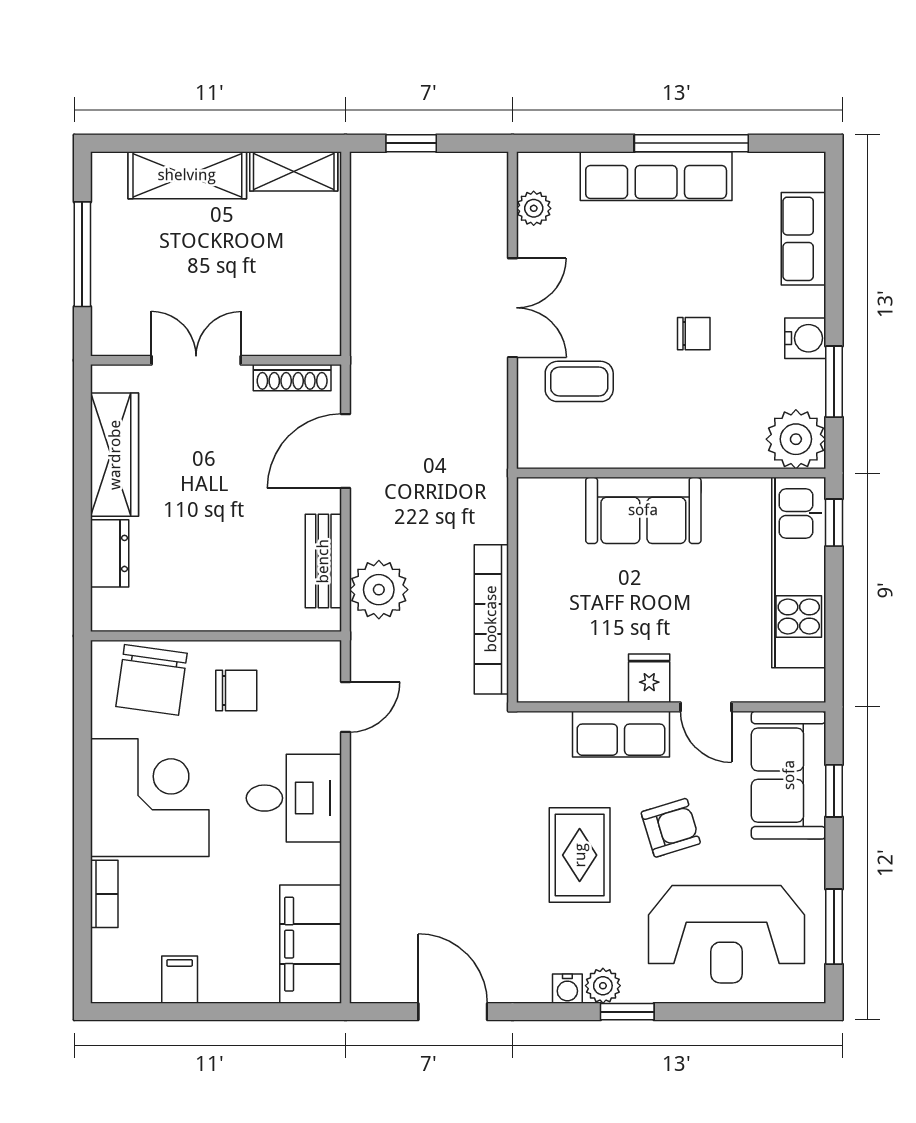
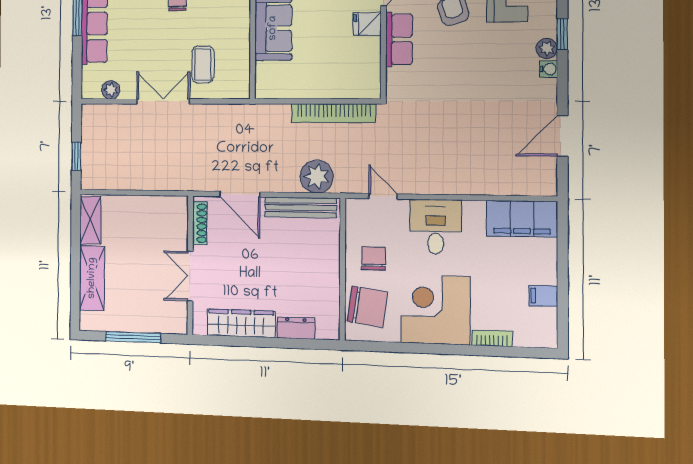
bench: (323, 561) -> (301, 208), width x1.36
rug: (580, 855) -> (469, 62), removed

